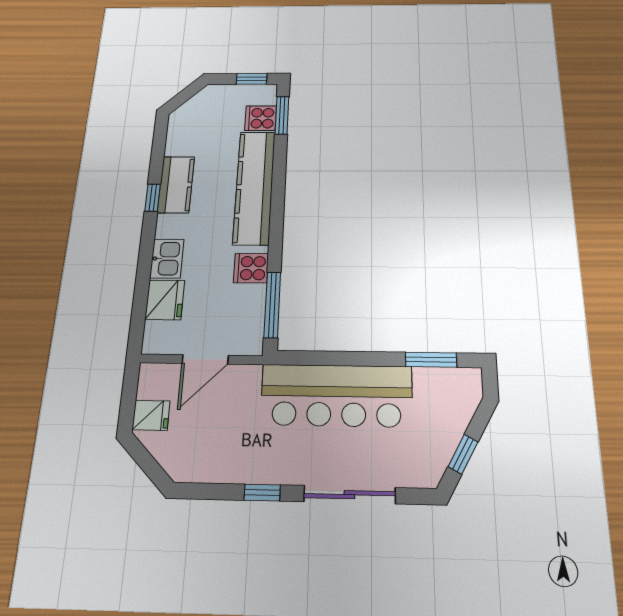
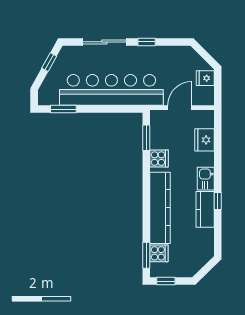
kitchen sink: (167, 259) -> (206, 179), moved
window: (272, 305) -> (146, 138), width x0.69
bar counter: (336, 395) -> (111, 90), width x1.36

